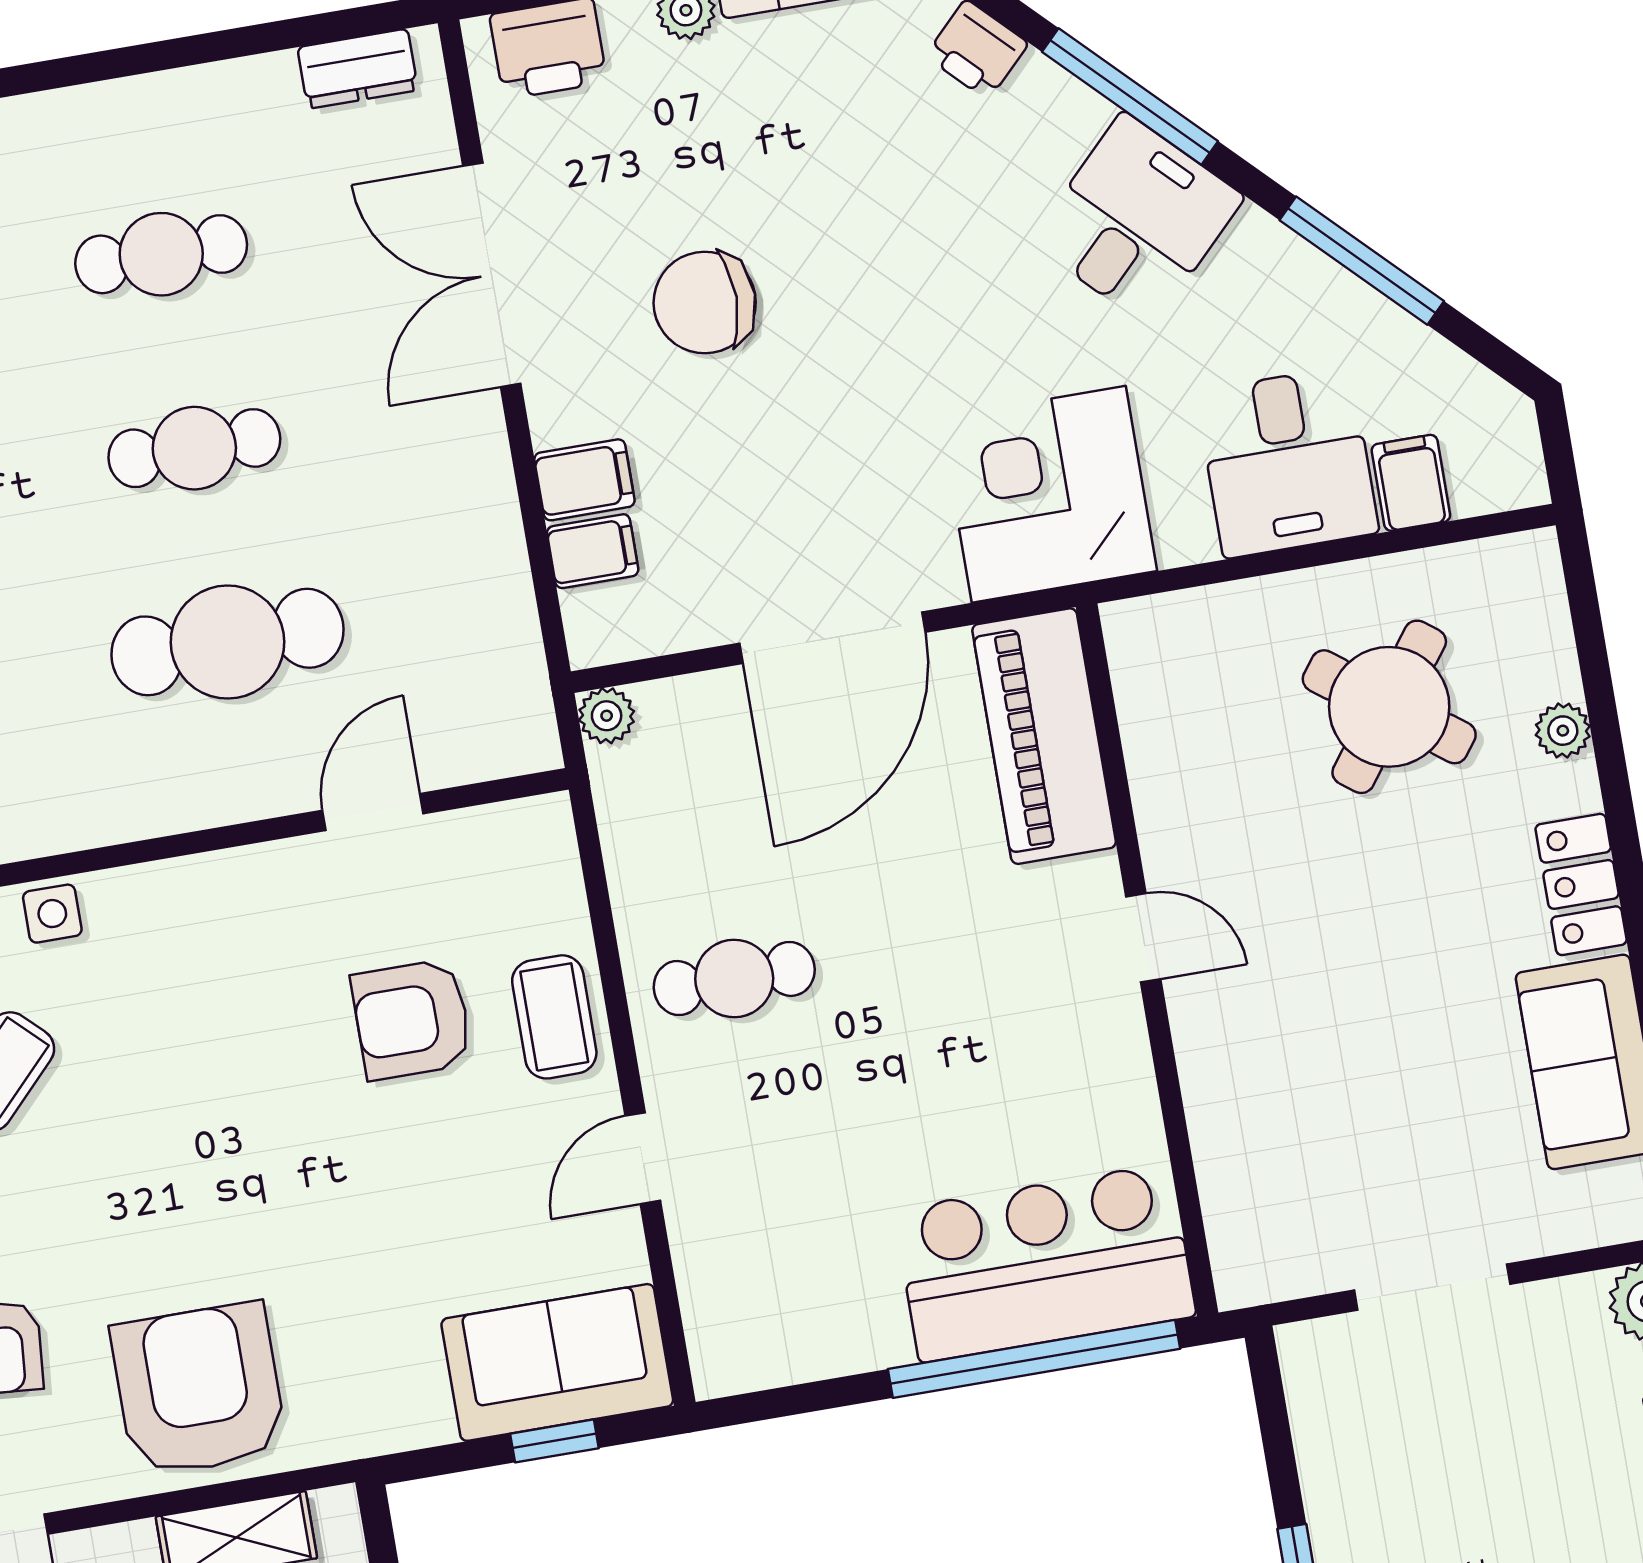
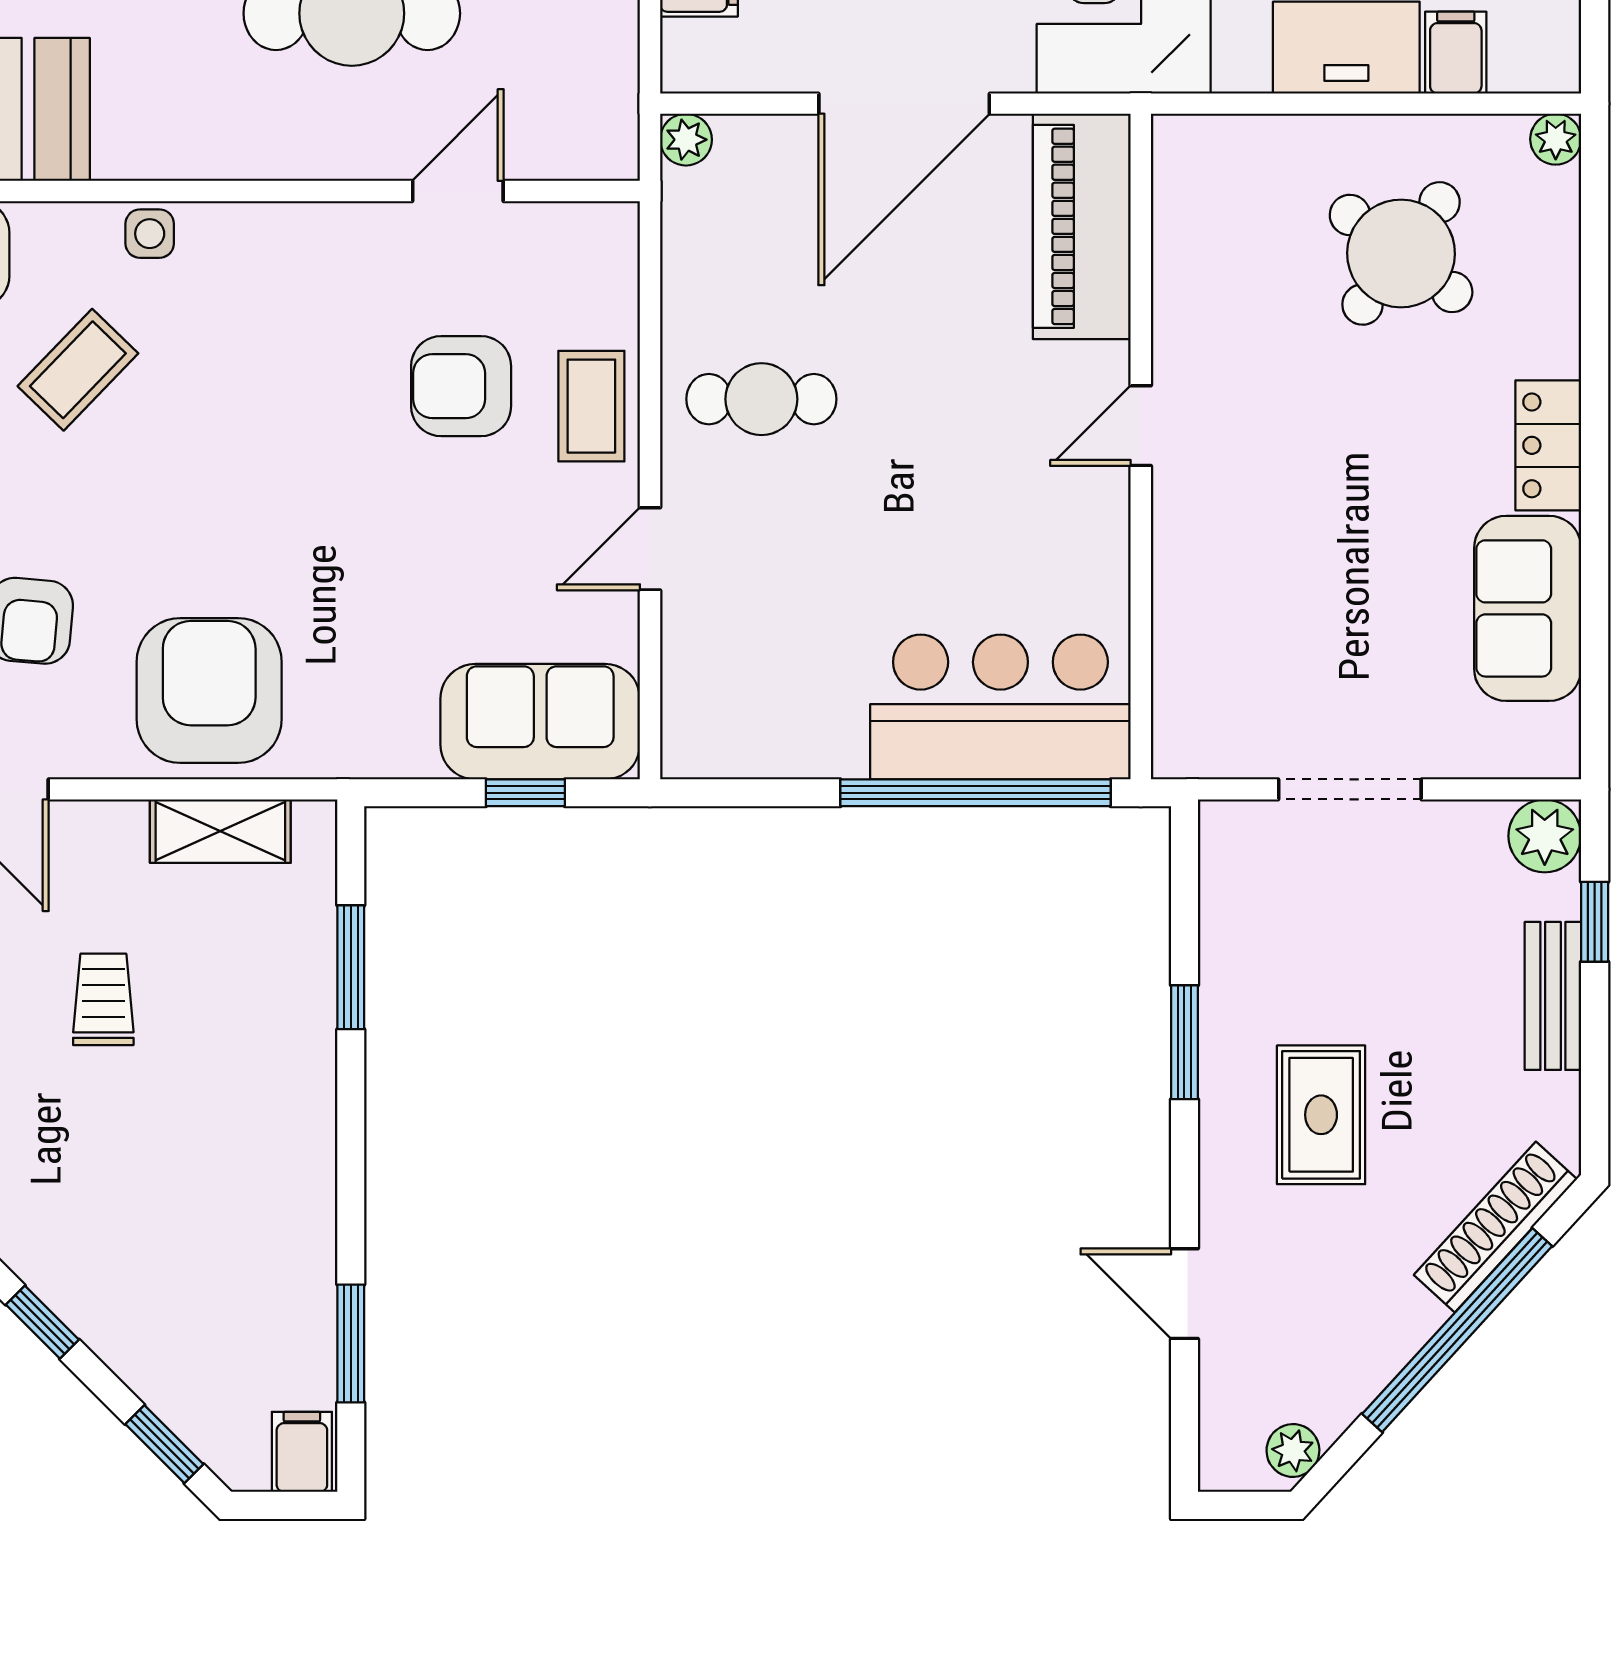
plant: (1563, 731) -> (1556, 139), moved
door: (1143, 938) -> (1141, 426), swing flipped

